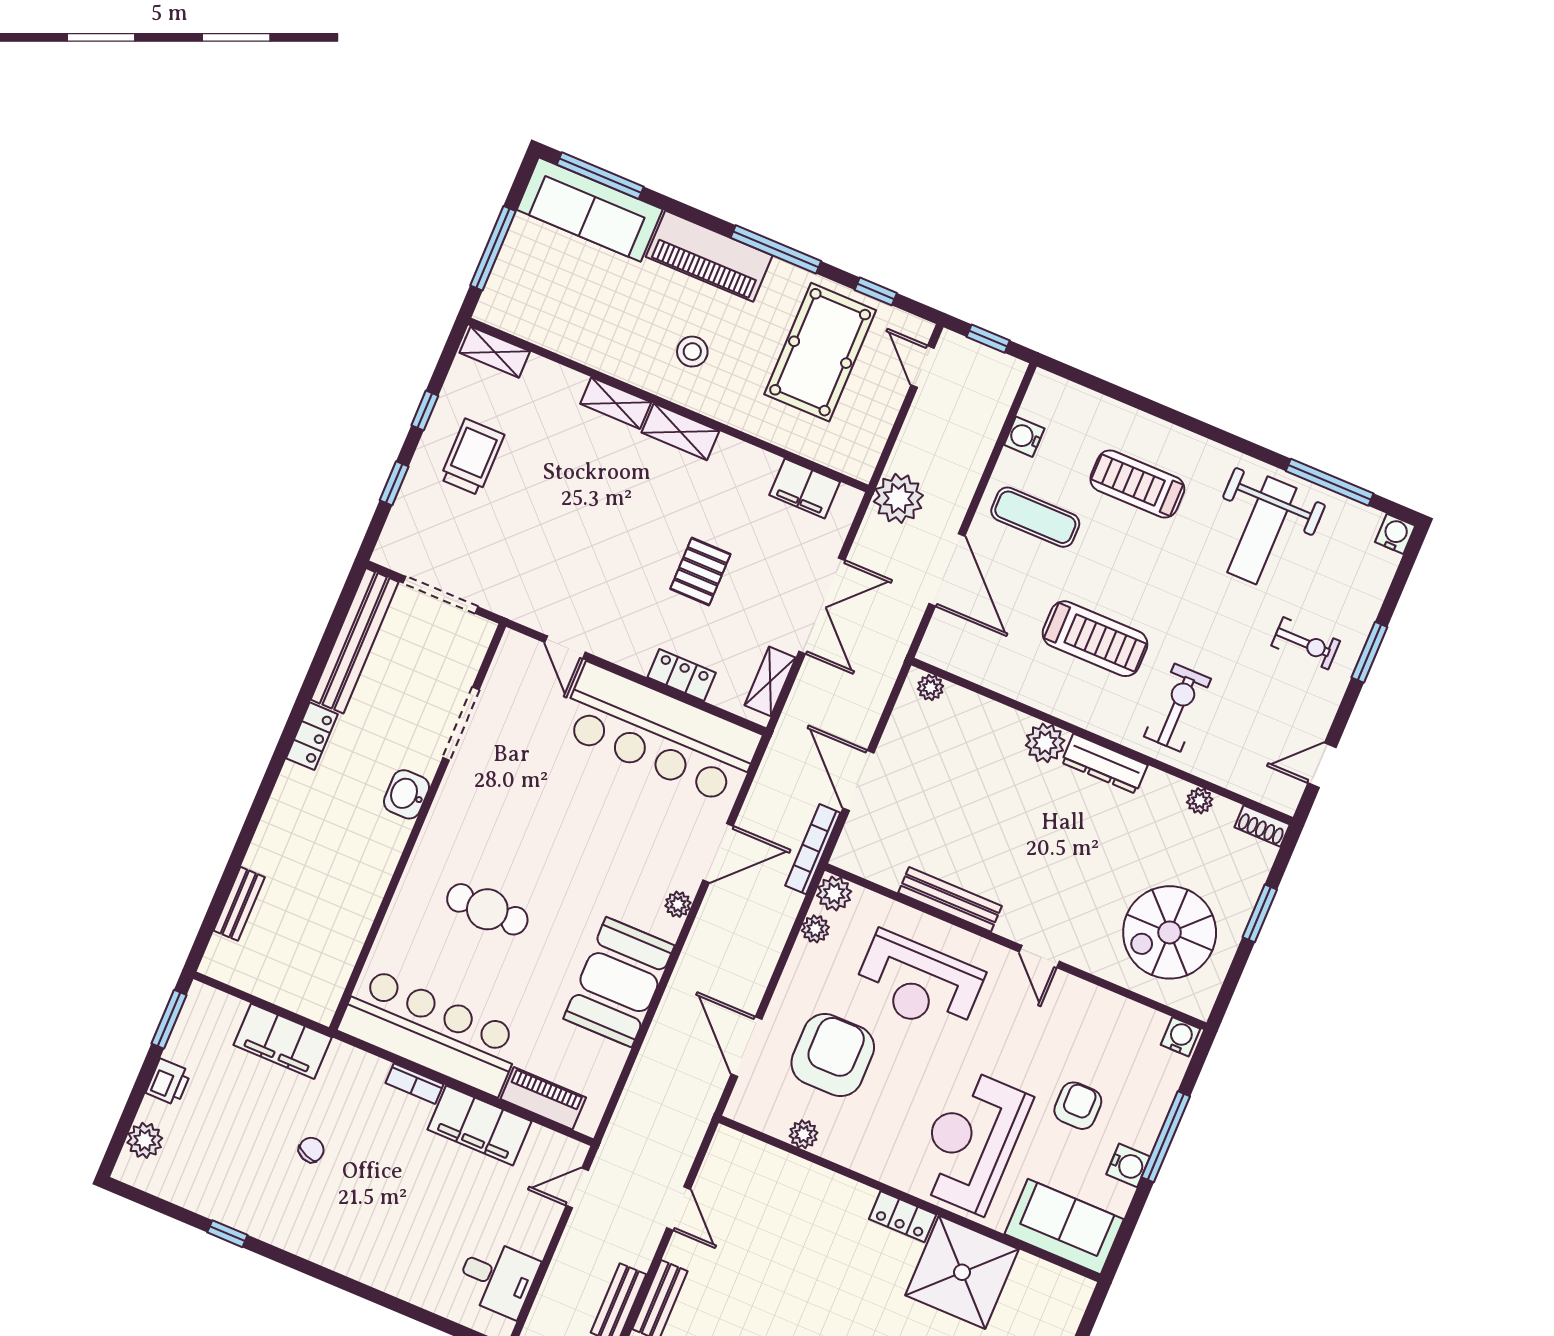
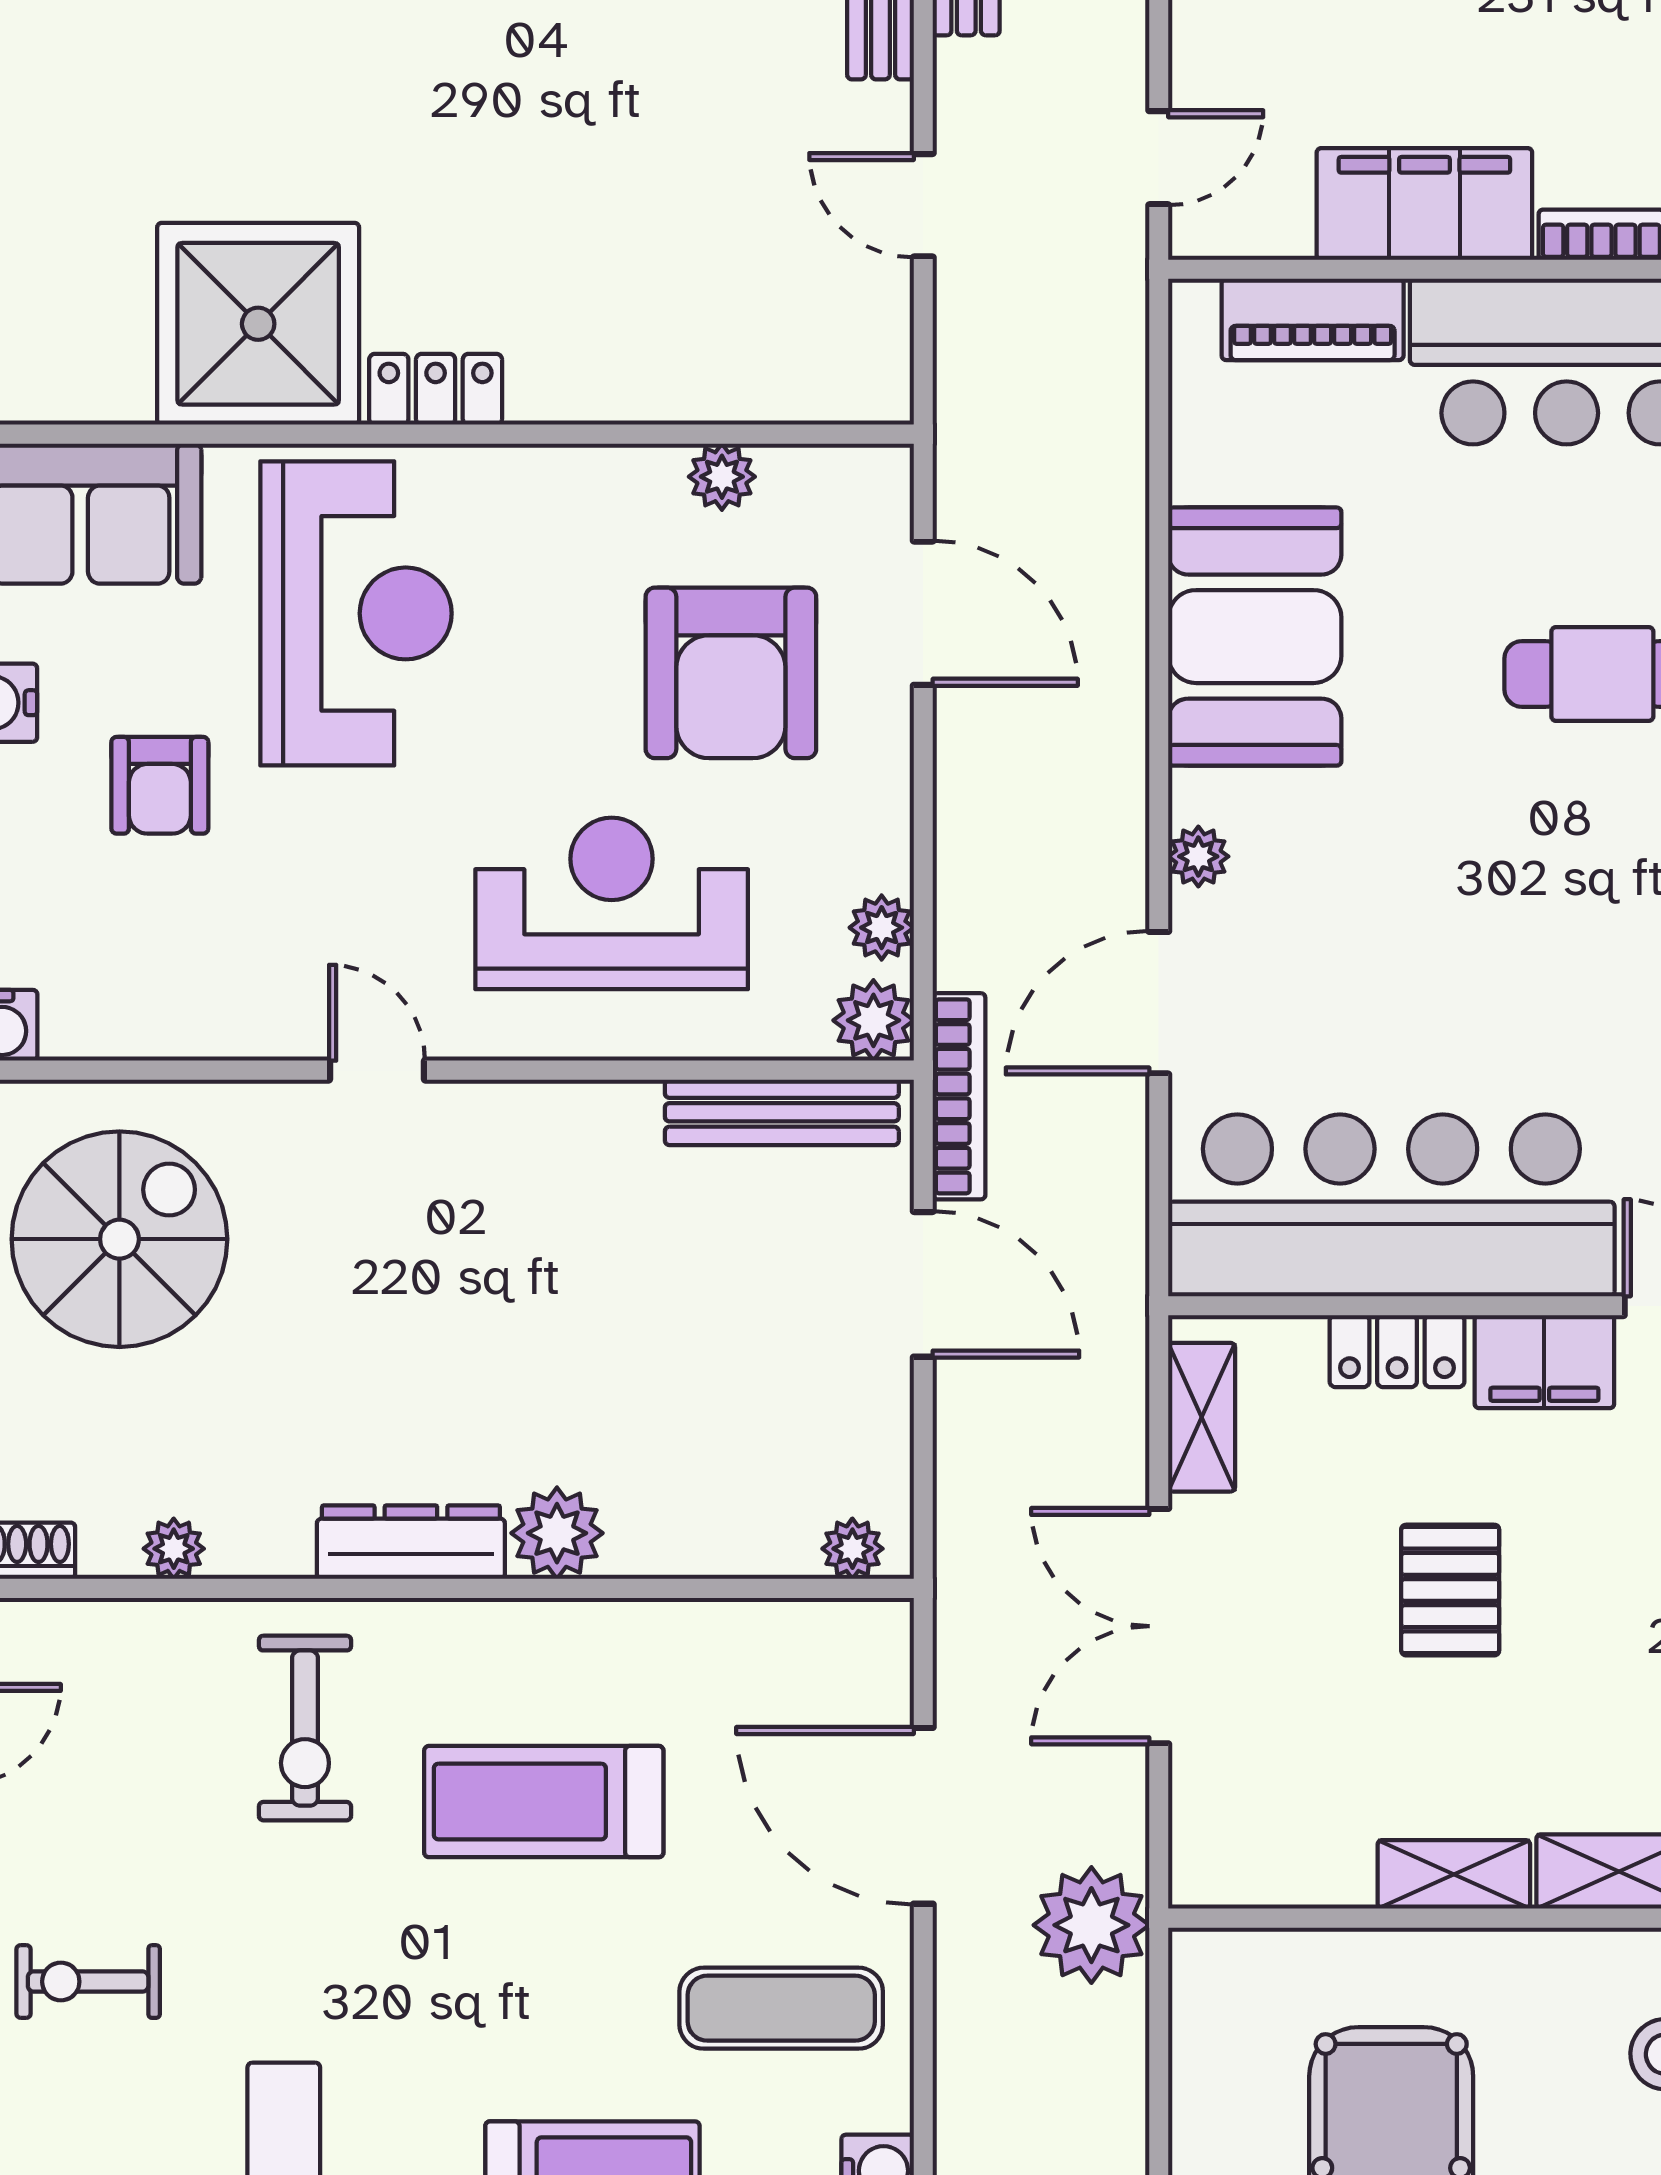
shelving: (746, 458) -> (1454, 1874), added
filing cabinet: (805, 488) -> (1544, 1362), moved, turned 180
bench: (950, 899) -> (782, 1112), moved

